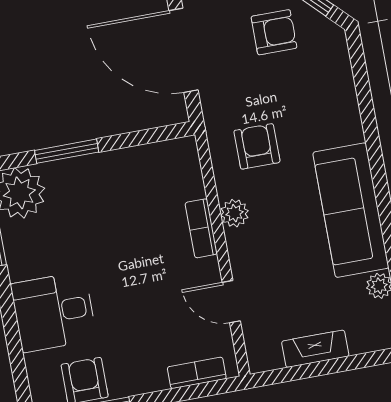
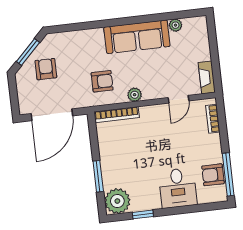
armchair: (257, 146) -> (102, 81), turned 180
bookcase: (201, 228) -> (117, 115), moved, width x1.56
fireplace: (315, 349) -> (207, 77), moved

